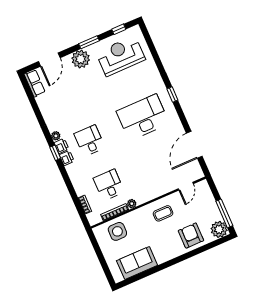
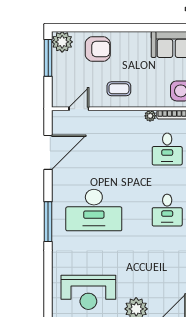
window: (172, 95) -> (48, 222), width x2.17
armchair: (191, 236) -> (98, 49), turned -90

